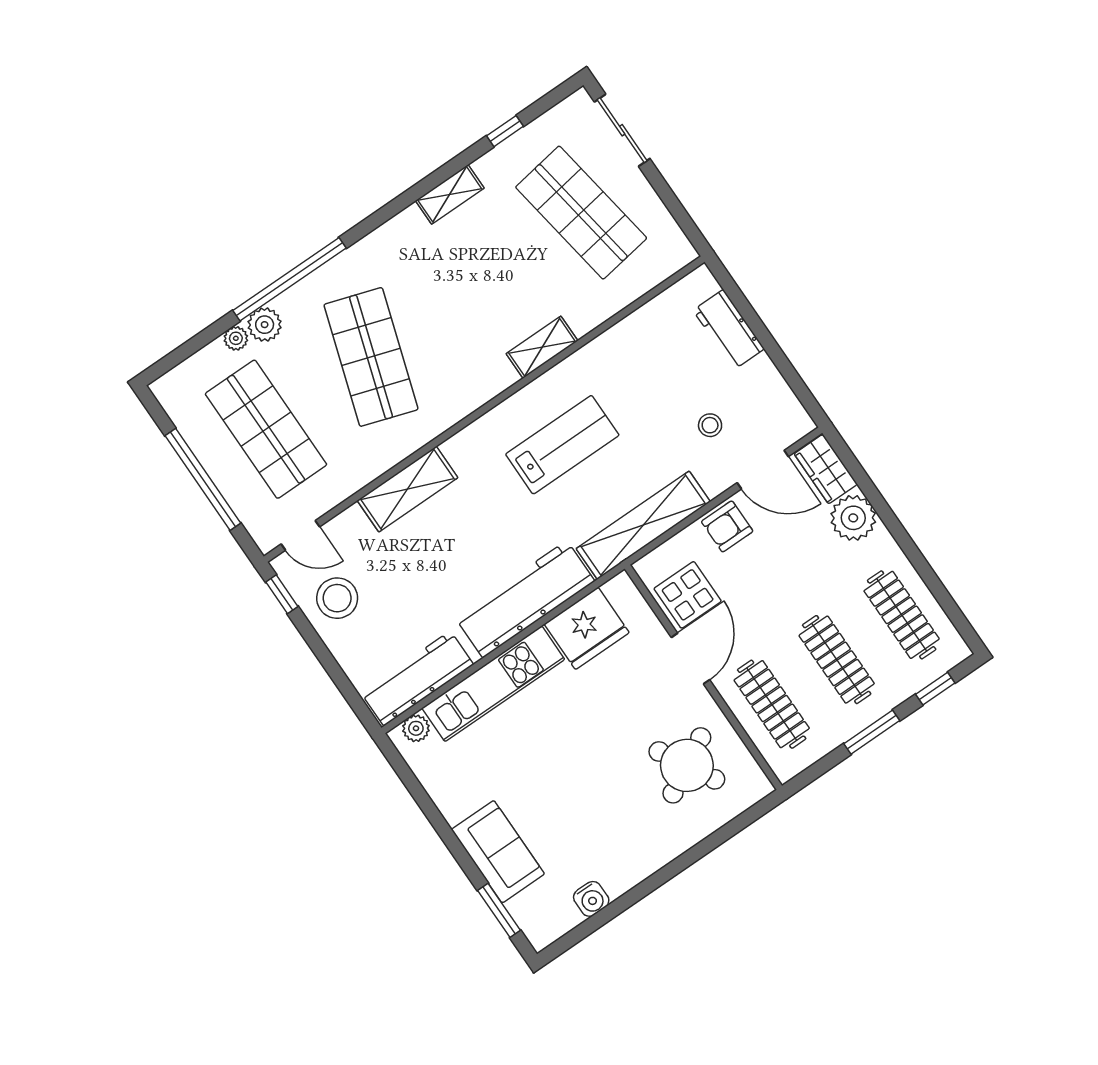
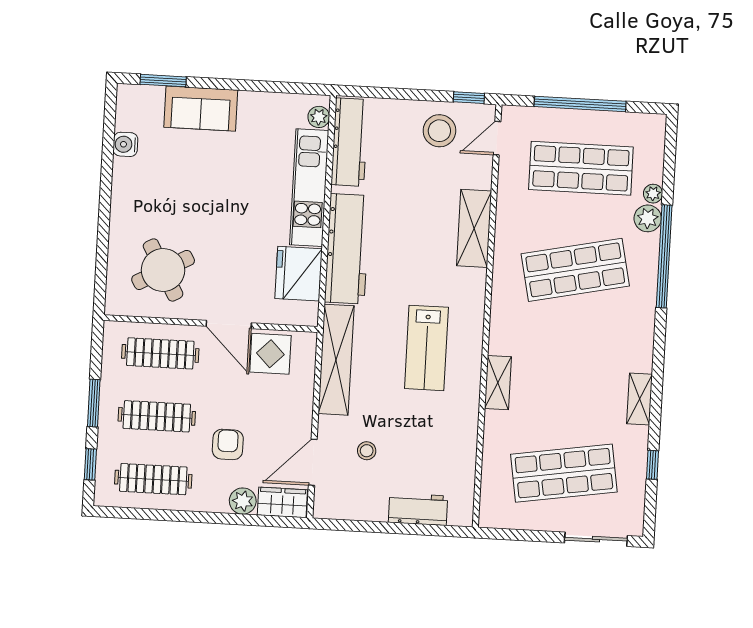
shop shelf: (371, 357) -> (575, 270), turned -30
plant: (853, 518) -> (243, 501), width x0.73, depth x0.73
armchair: (727, 526) -> (228, 444), moved

